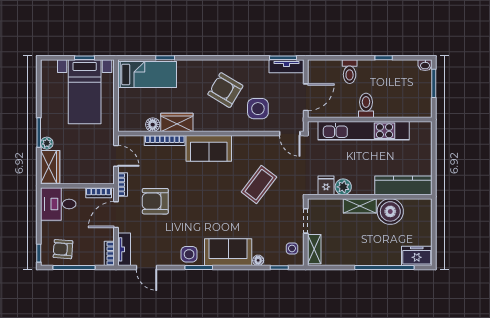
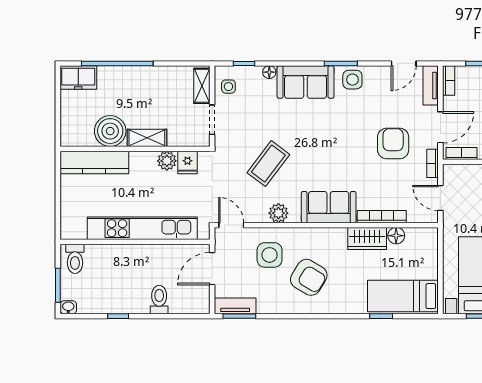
toilet: (366, 105) -> (75, 259), moved
plant: (250, 143) -> (278, 213), added
armchair: (155, 201) -> (393, 143), turned -90
door: (146, 268) -> (404, 63), swing flipped

